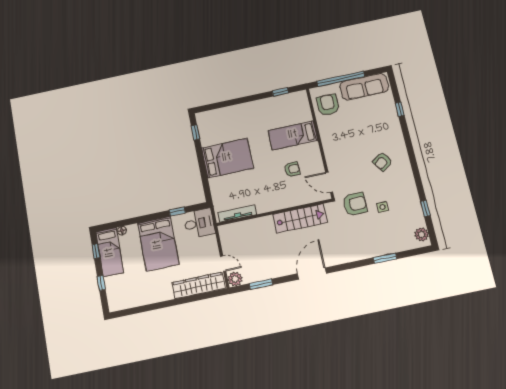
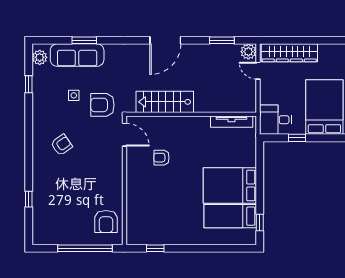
sofa: (364, 87) -> (77, 55), moved, turned 180
bed: (293, 135) -> (230, 216), moved, turned 180

